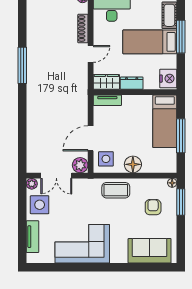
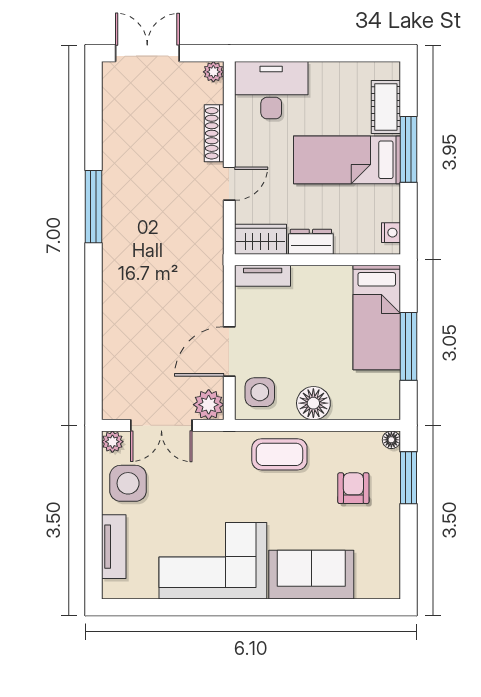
nightstand: (168, 79) -> (391, 233), width x0.53, depth x0.56
sofa: (150, 251) -> (311, 575), moved

